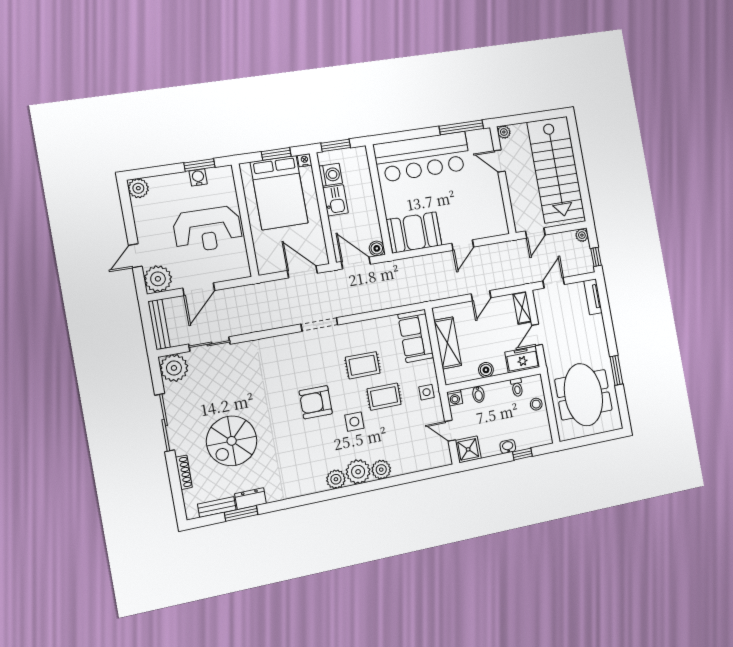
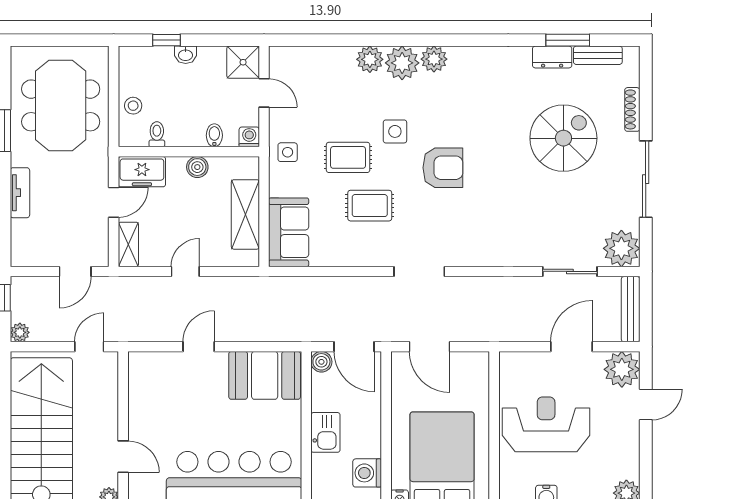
kitchen sink: (335, 200) -> (325, 432), moved, turned 180
tv unit: (593, 297) -> (20, 193), moved

